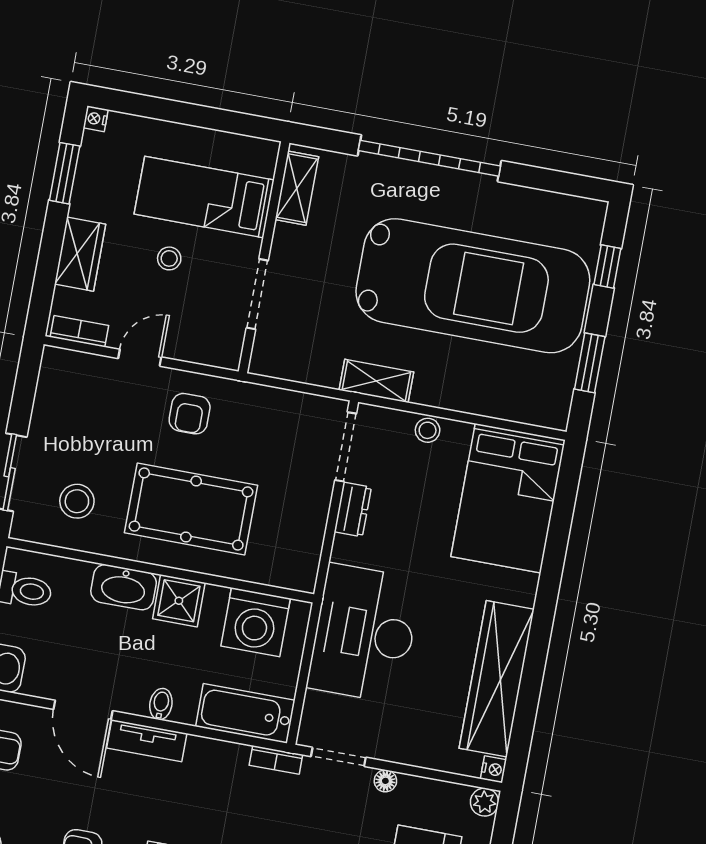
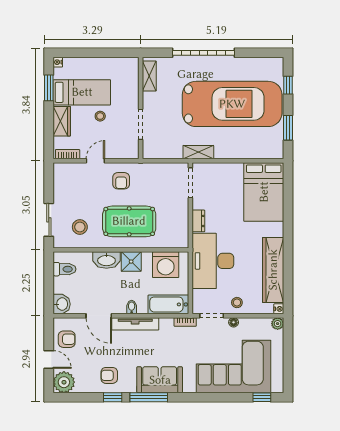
bed: (204, 197) -> (82, 92), moved, turned 180
stool: (428, 430) -> (237, 303), moved
dresser: (353, 510) -> (198, 221), moved
tv unit: (147, 741) -> (135, 324), width x1.41

